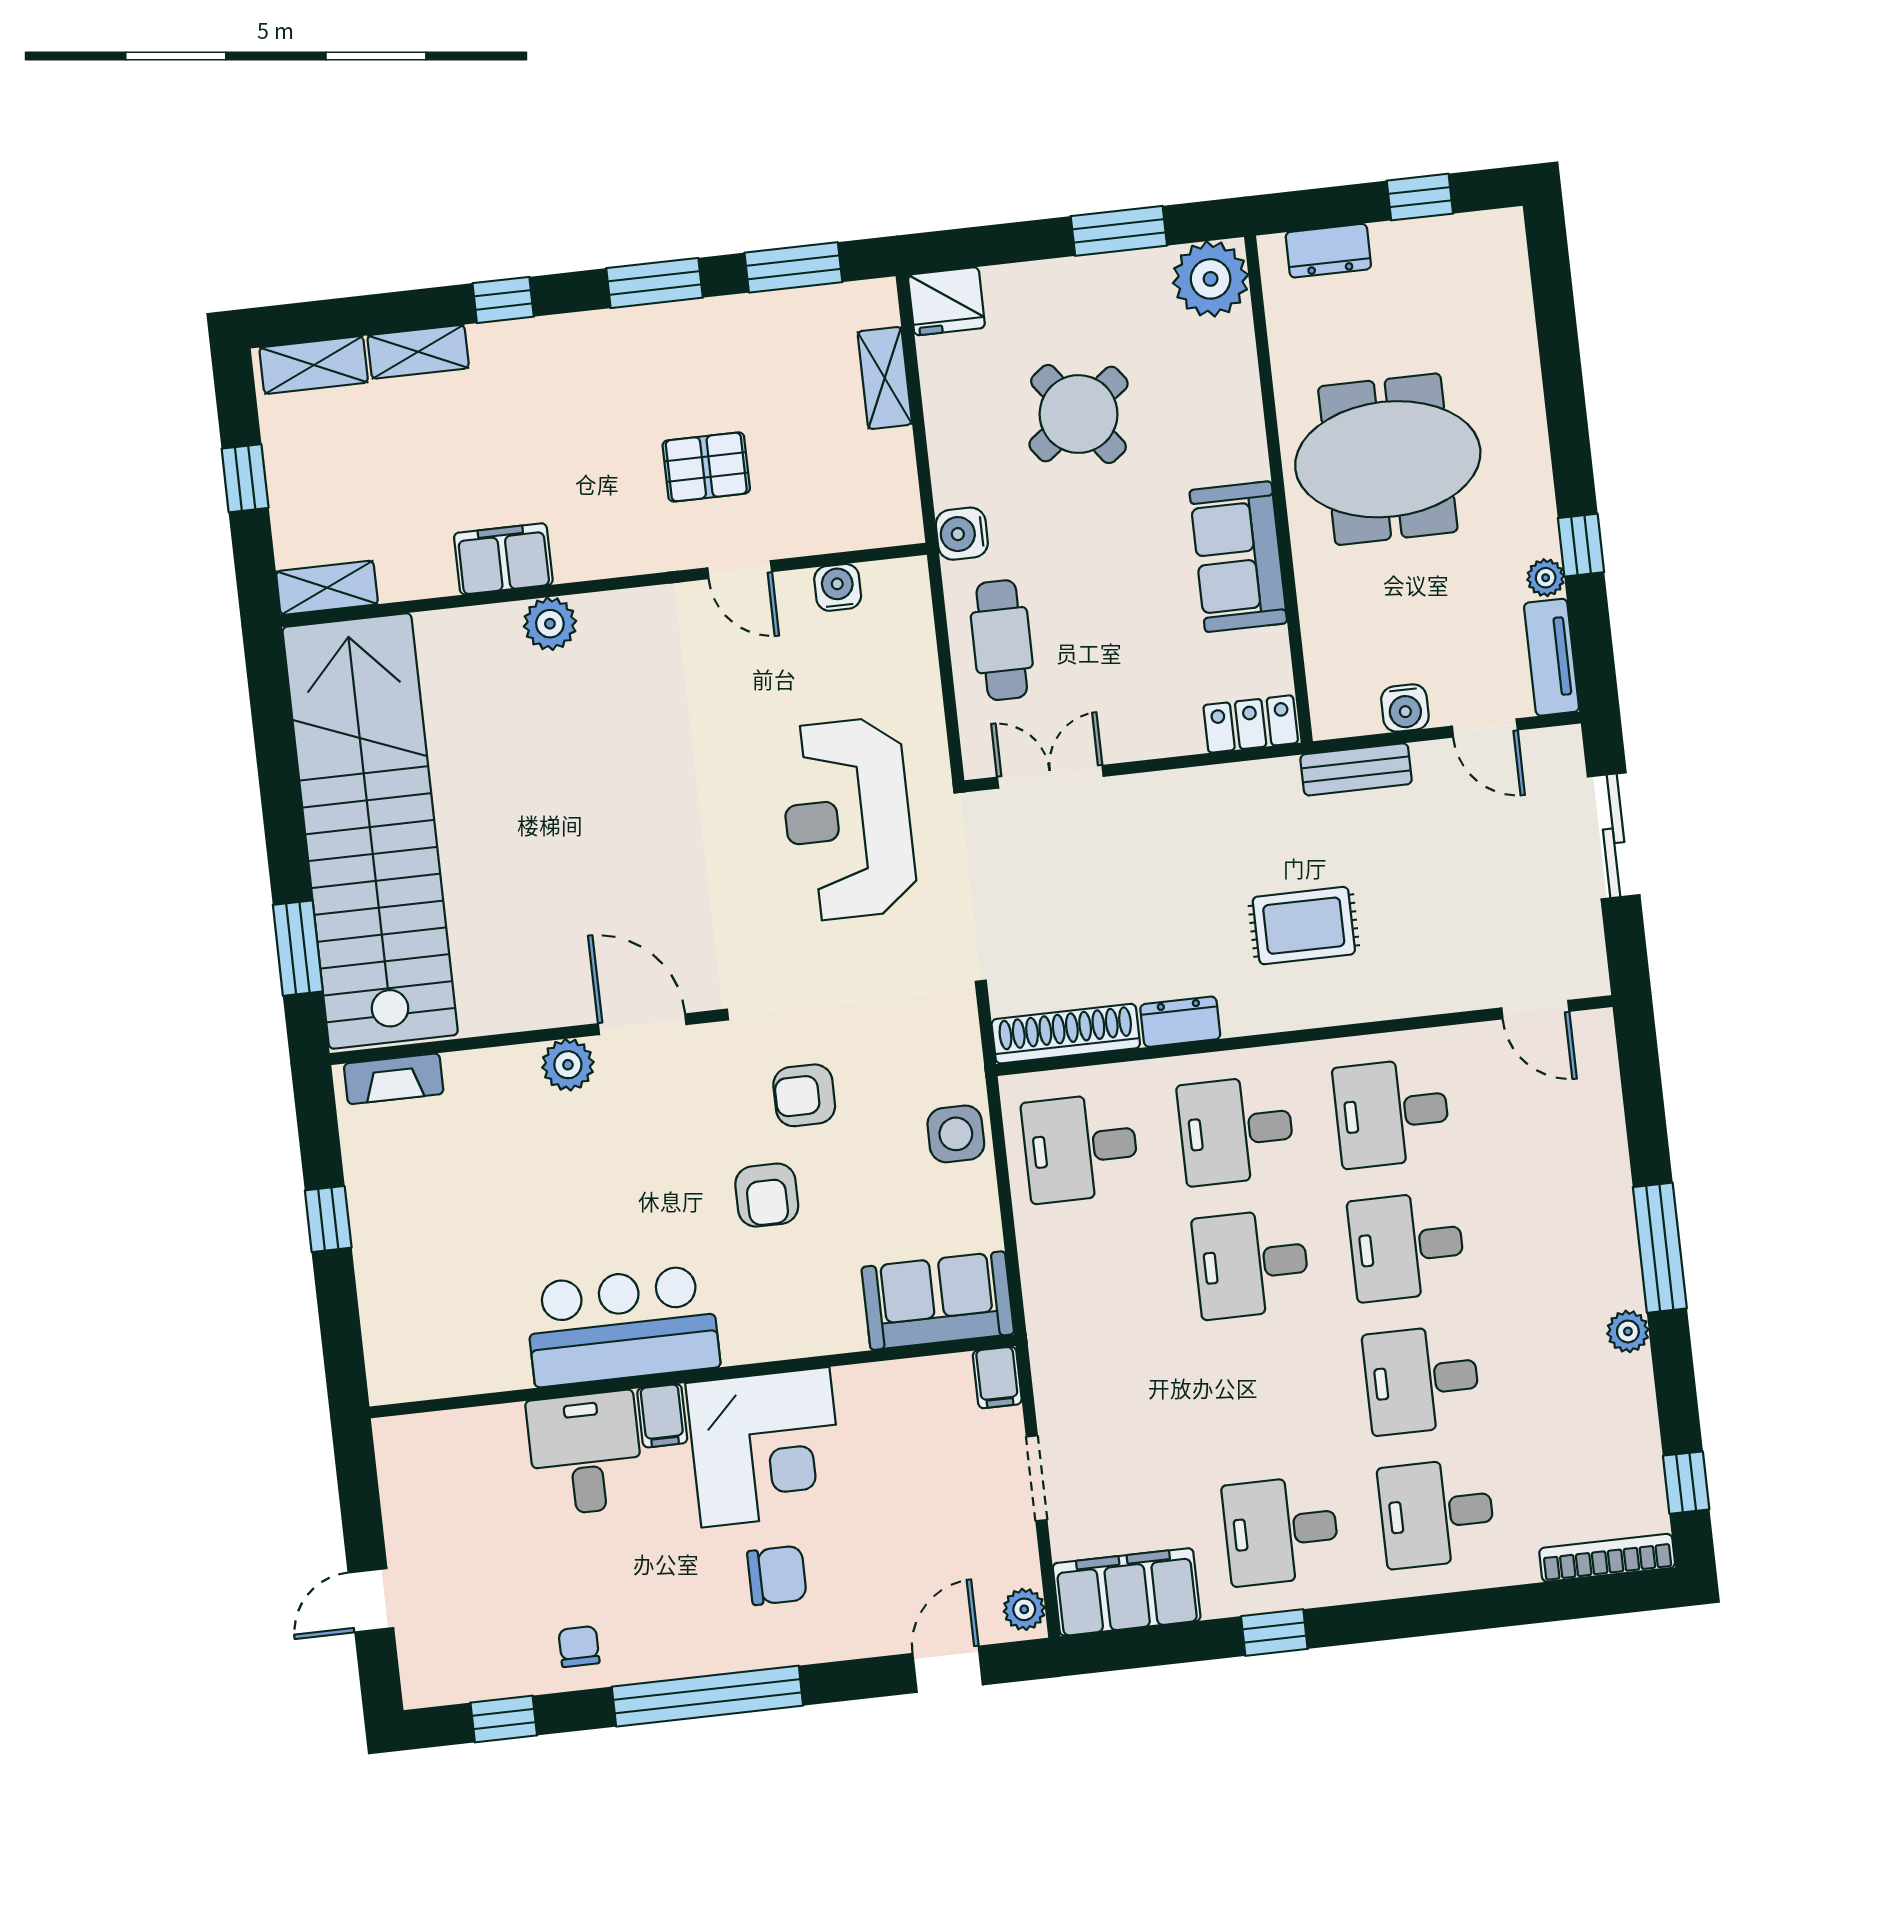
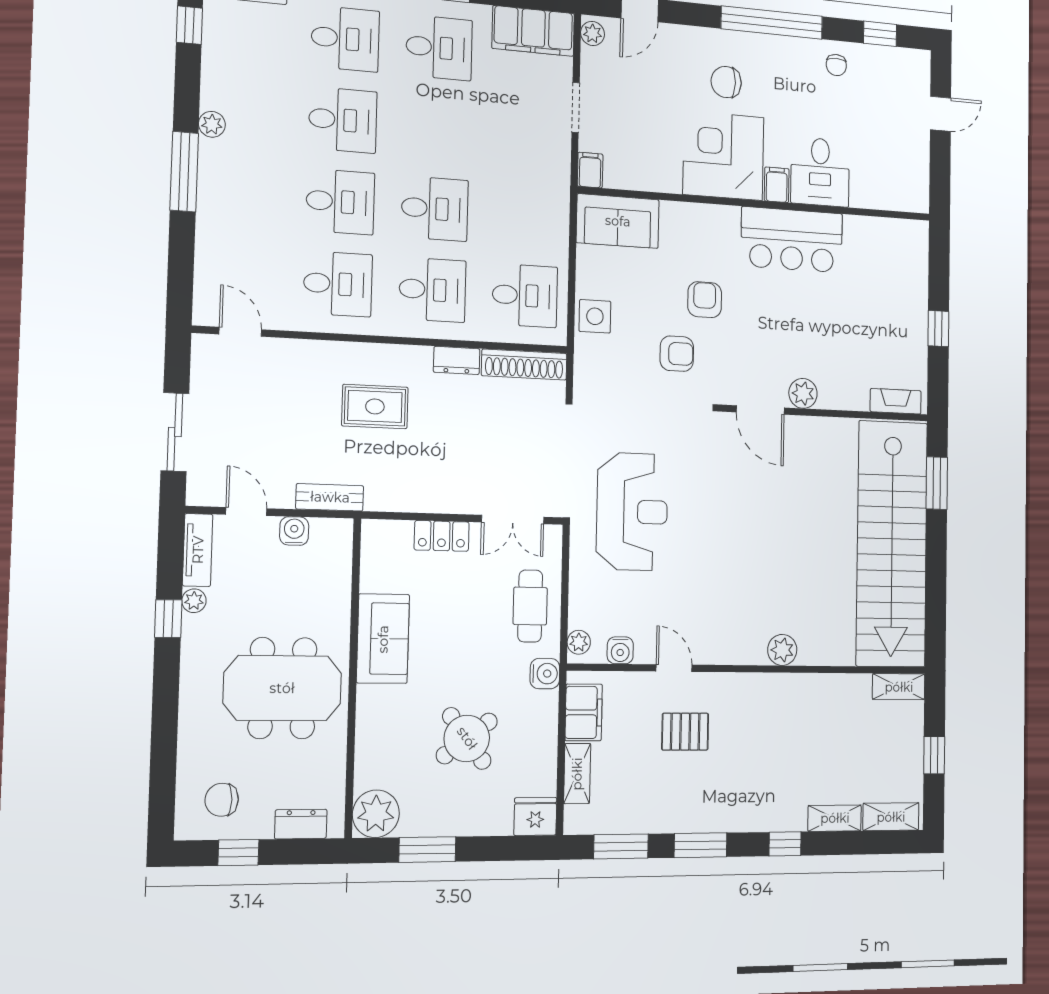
chair: (1458, 276) -> (222, 800), added
filing cabinet: (503, 559) -> (584, 712), moved, turned -90
plant: (911, 592) -> (579, 642), added
locker: (1251, 724) -> (442, 536), moved

